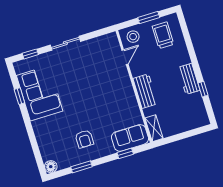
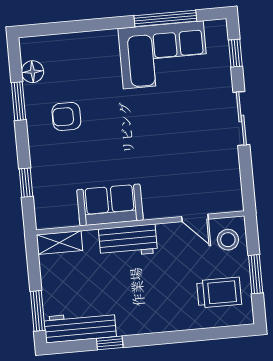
workbench: (189, 79) -> (80, 327), moved, width x1.38
window: (19, 96) -> (165, 18), width x2.17
window: (194, 132) -> (38, 311), added
sofa: (130, 138) -> (110, 205), moved, turned -90
floor lamp: (51, 167) -> (33, 72), moved

